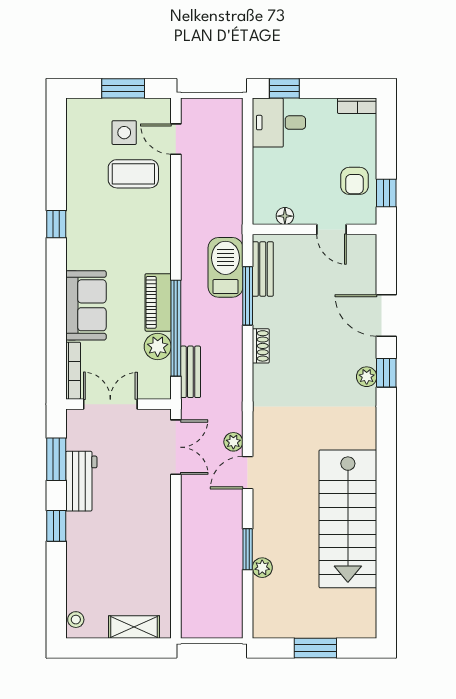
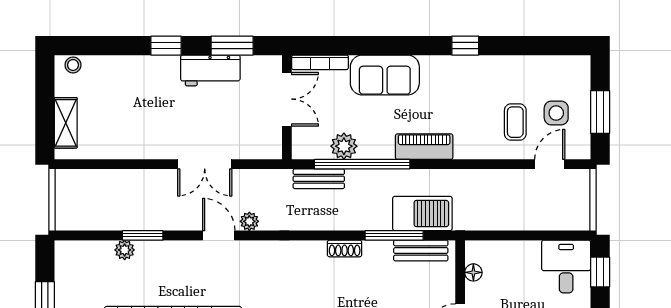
coffee table: (133, 174) -> (515, 122), width x0.73, depth x0.77
piano: (158, 302) -> (424, 147), moved
double door: (176, 447) -> (205, 164), moved

